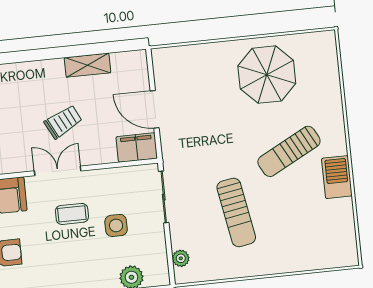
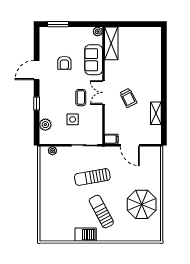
door: (155, 109) -> (130, 145), swing flipped
filing cabinet: (137, 148) -> (111, 139), width x0.50
double door: (58, 171) -> (103, 92), swing flipped
sun lounger: (236, 212) -> (92, 177), moved

